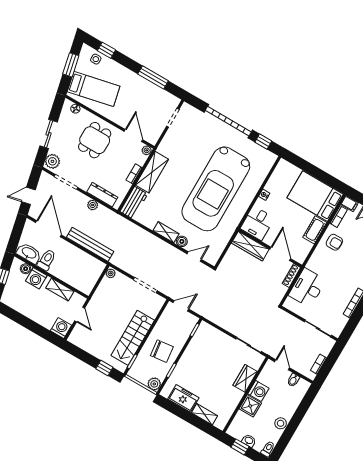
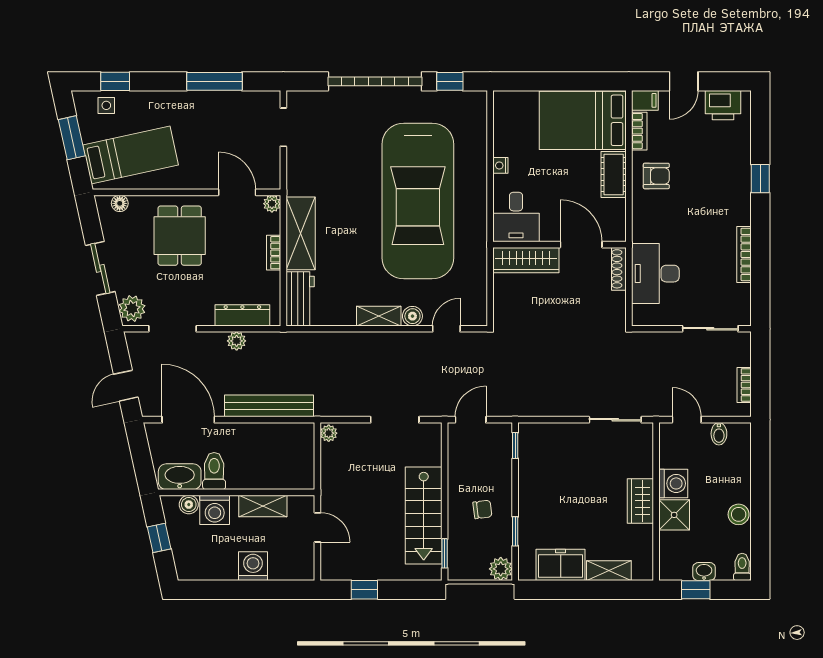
washing machine: (61, 328) -> (253, 566), moved
chair: (162, 351) -> (482, 509), width x0.54, depth x0.54
window: (104, 368) -> (364, 590), moved
wardrobe: (245, 378) -> (640, 501), moved

